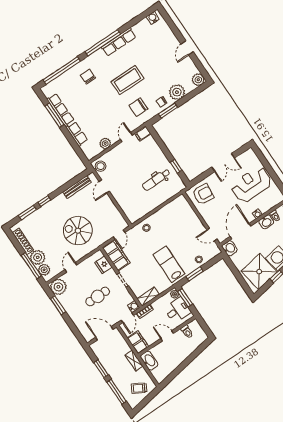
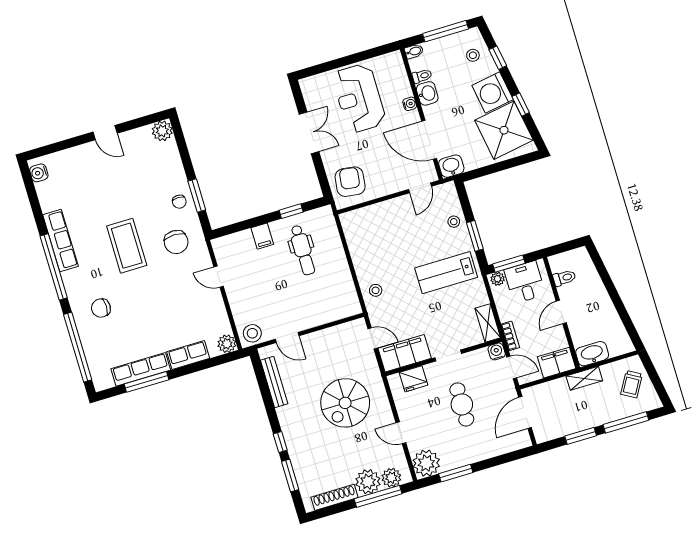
plant: (177, 92) -> (171, 172), removed
filing cabinet: (143, 134) -> (262, 236), moved
plant: (105, 143) -> (227, 344), moved

